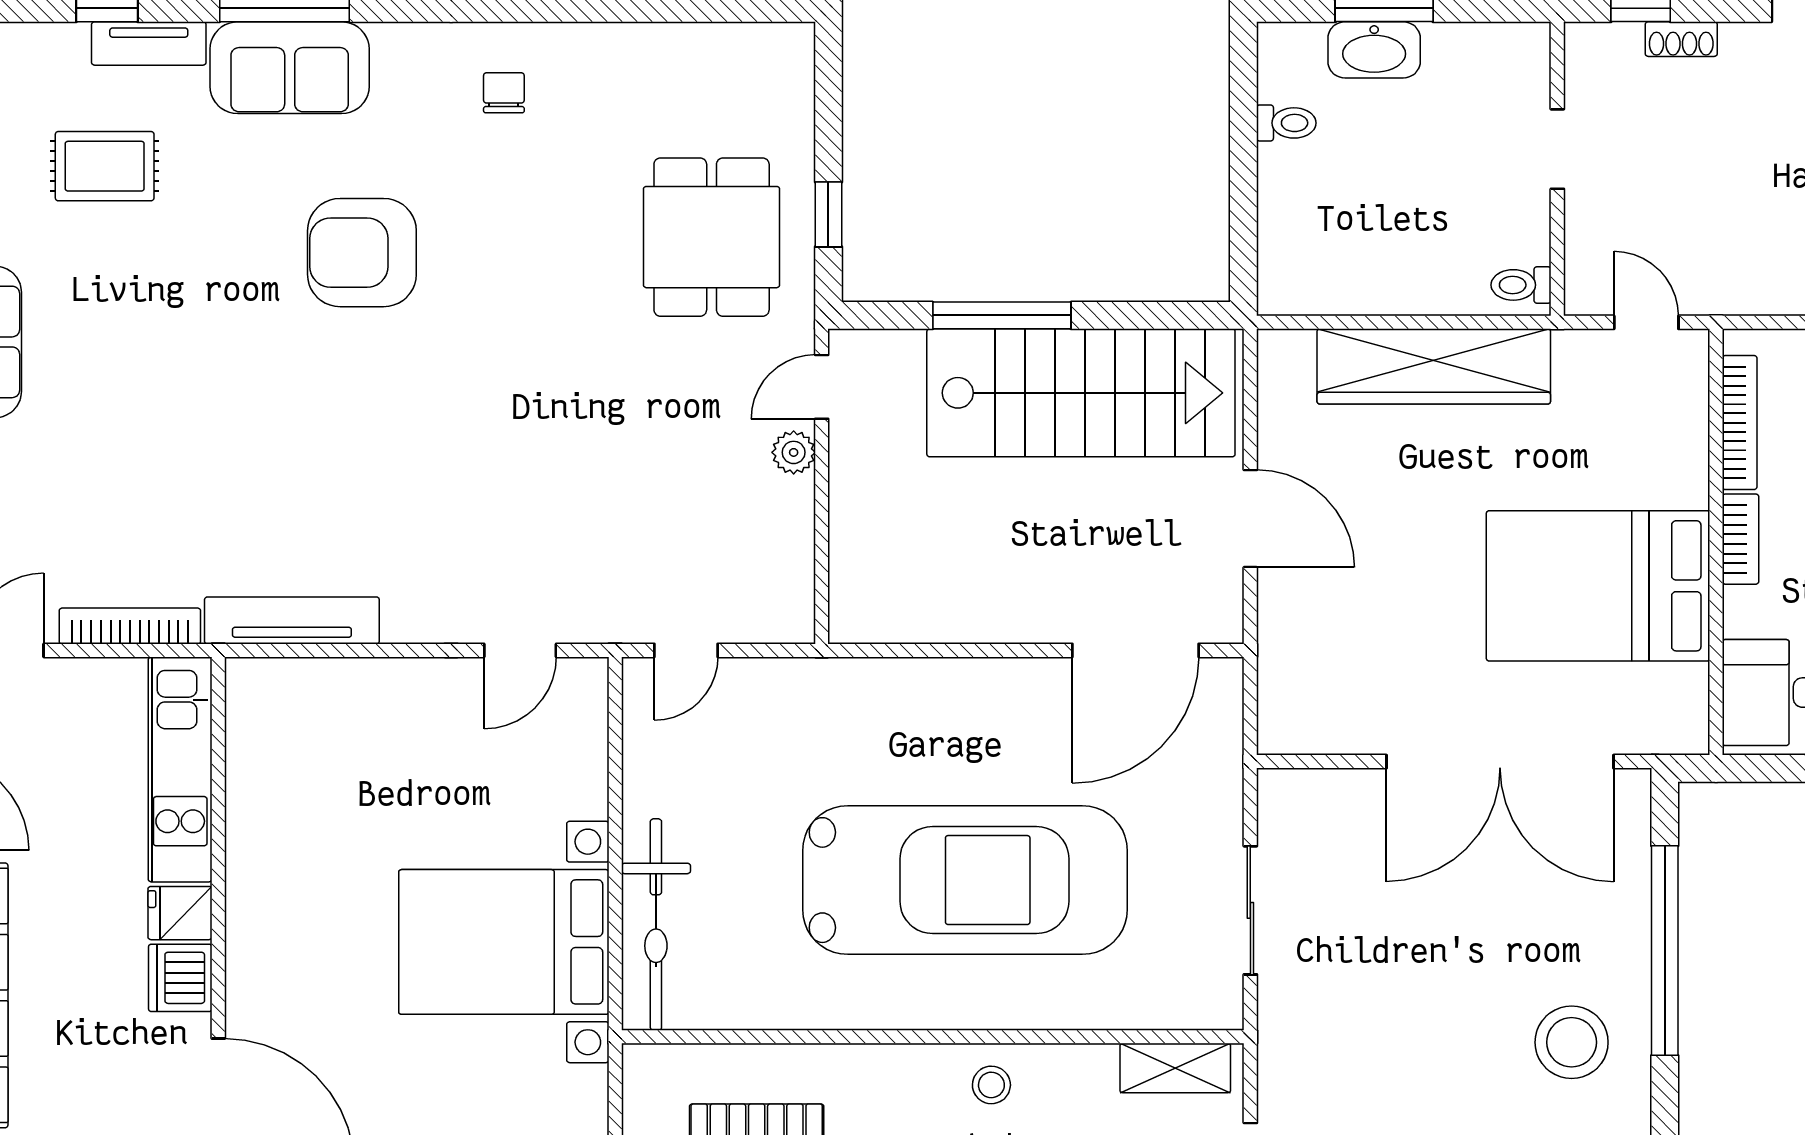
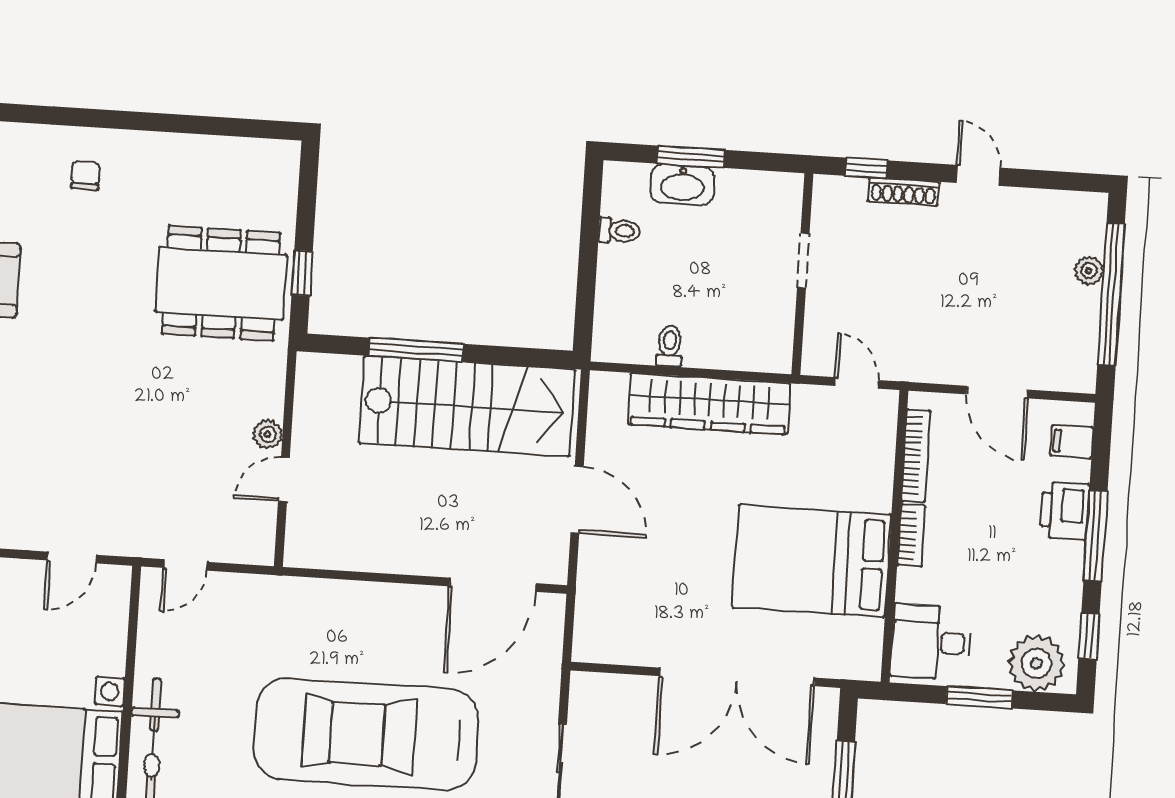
shoe rack: (1681, 39) -> (903, 192), width x1.43
dining table: (712, 237) -> (221, 283), width x1.38
toilet: (1521, 285) -> (670, 346), moved, turned 90
door: (822, 387) -> (284, 479), moved
car: (965, 880) -> (366, 734), turned 180

